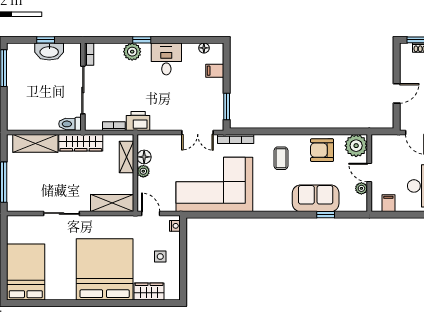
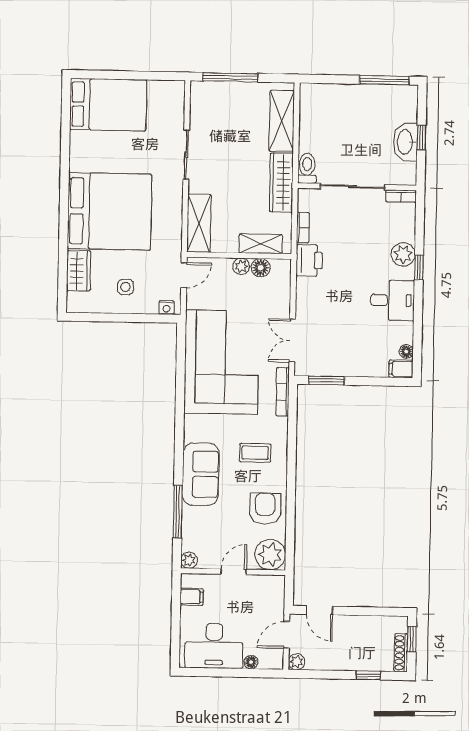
filing cabinet: (215, 71) -> (401, 369), moved, turned -90
door: (397, 93) -> (320, 610), moved
plant: (361, 188) -> (189, 560), moved
sofa: (316, 198) -> (201, 474), moved
window: (326, 215) -> (178, 512), width x2.17

